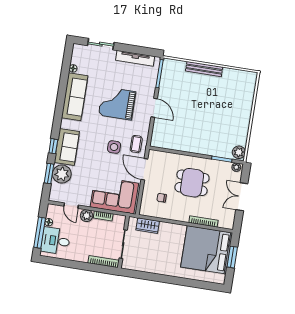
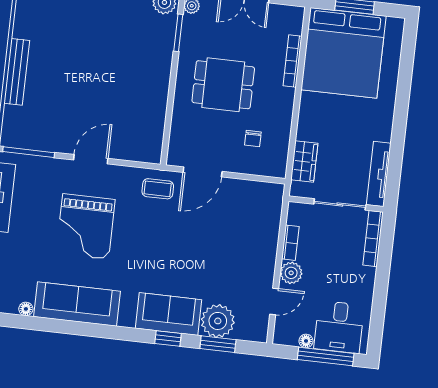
side table: (114, 147) -> (165, 229), removed
dining table: (192, 183) -> (223, 85), turned 90
corner sofa: (114, 195) -> (252, 224), removed
tv unit: (139, 266) -> (379, 174), added

